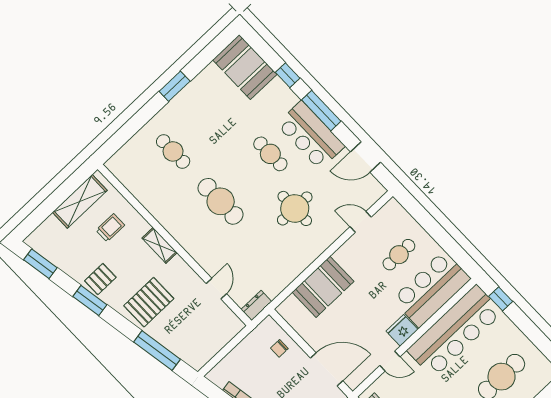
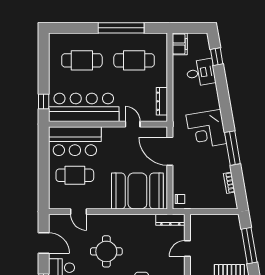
cafe table: (399, 255) -> (75, 175), width x1.37, depth x1.35
booth: (323, 287) -> (137, 191), width x1.36, depth x1.42
dresser: (256, 306) -> (170, 220), width x1.44
fridge: (402, 330) -> (111, 134), removed
chair: (279, 348) -> (180, 199), moved

